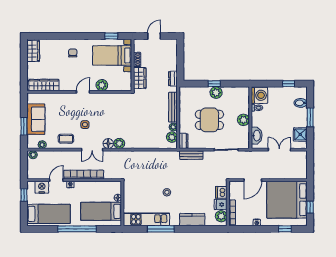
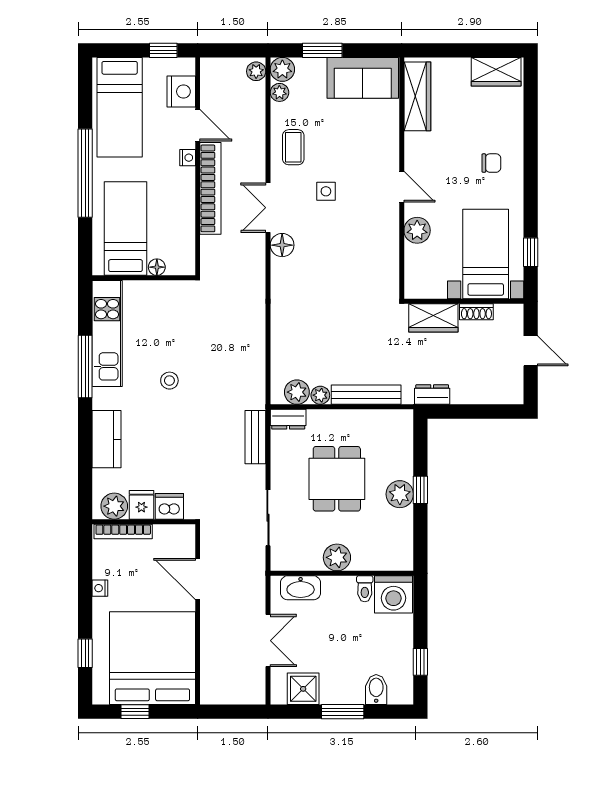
sofa: (36, 119) -> (363, 78), moved
plant: (119, 143) -> (282, 69), moved

